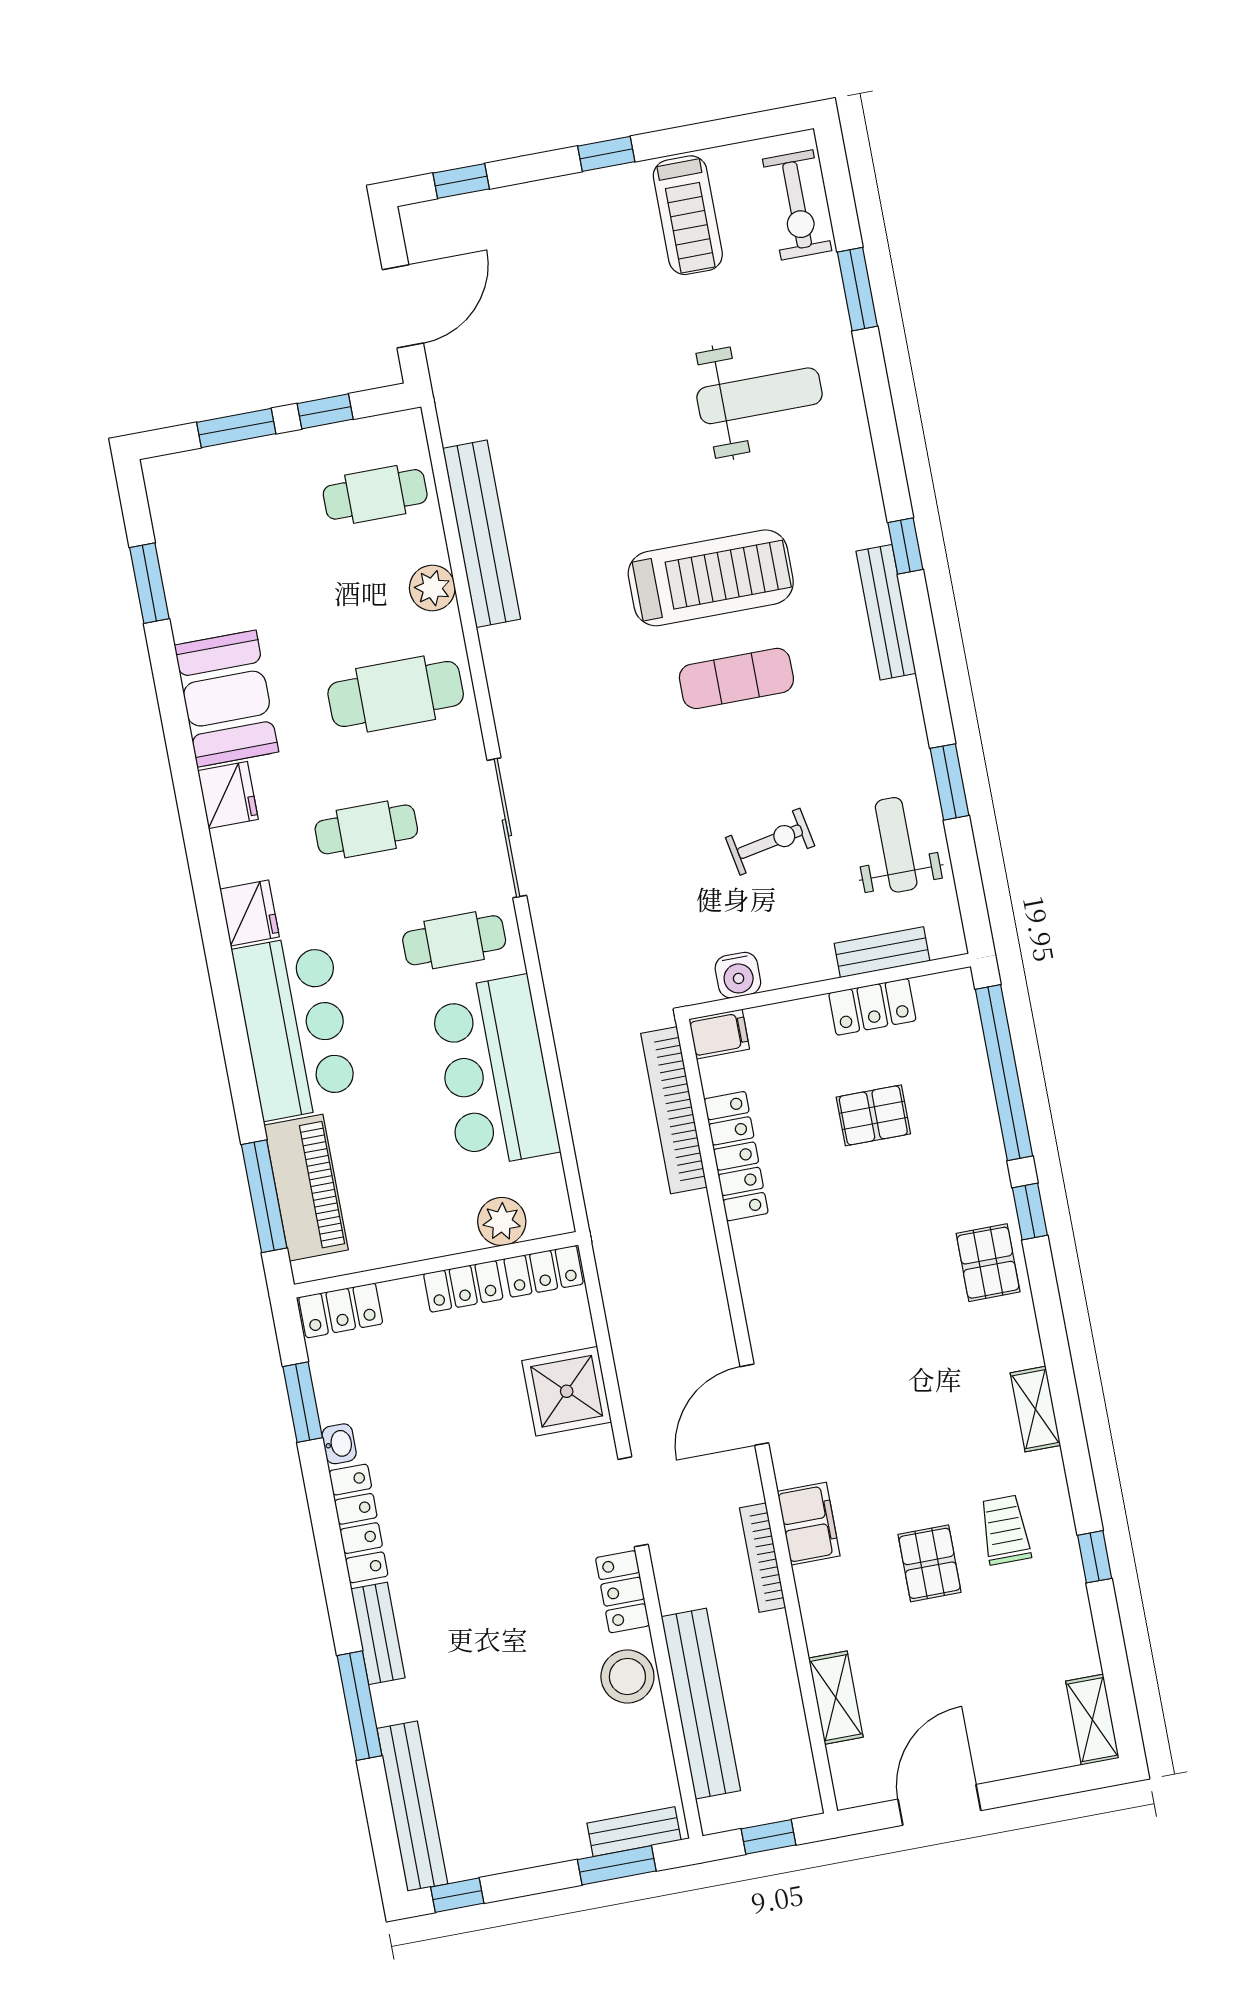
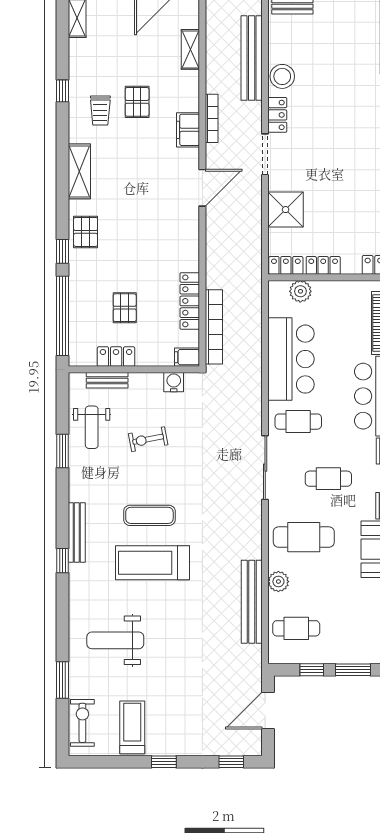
pallet: (873, 1115) -> (125, 308), turned 90
shelving: (1035, 1409) -> (79, 171), width x1.50, depth x1.33

